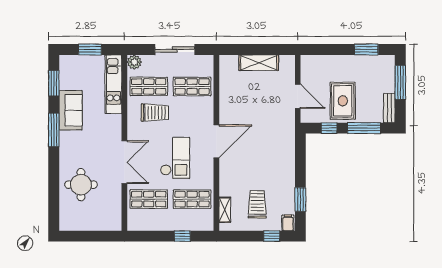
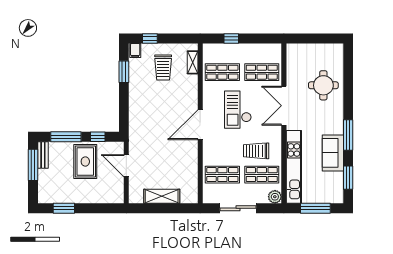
window: (90, 49) -> (315, 208), width x1.44
window: (400, 82) -> (33, 165), moved
kitchen unit: (113, 84) -> (294, 167), width x1.36

